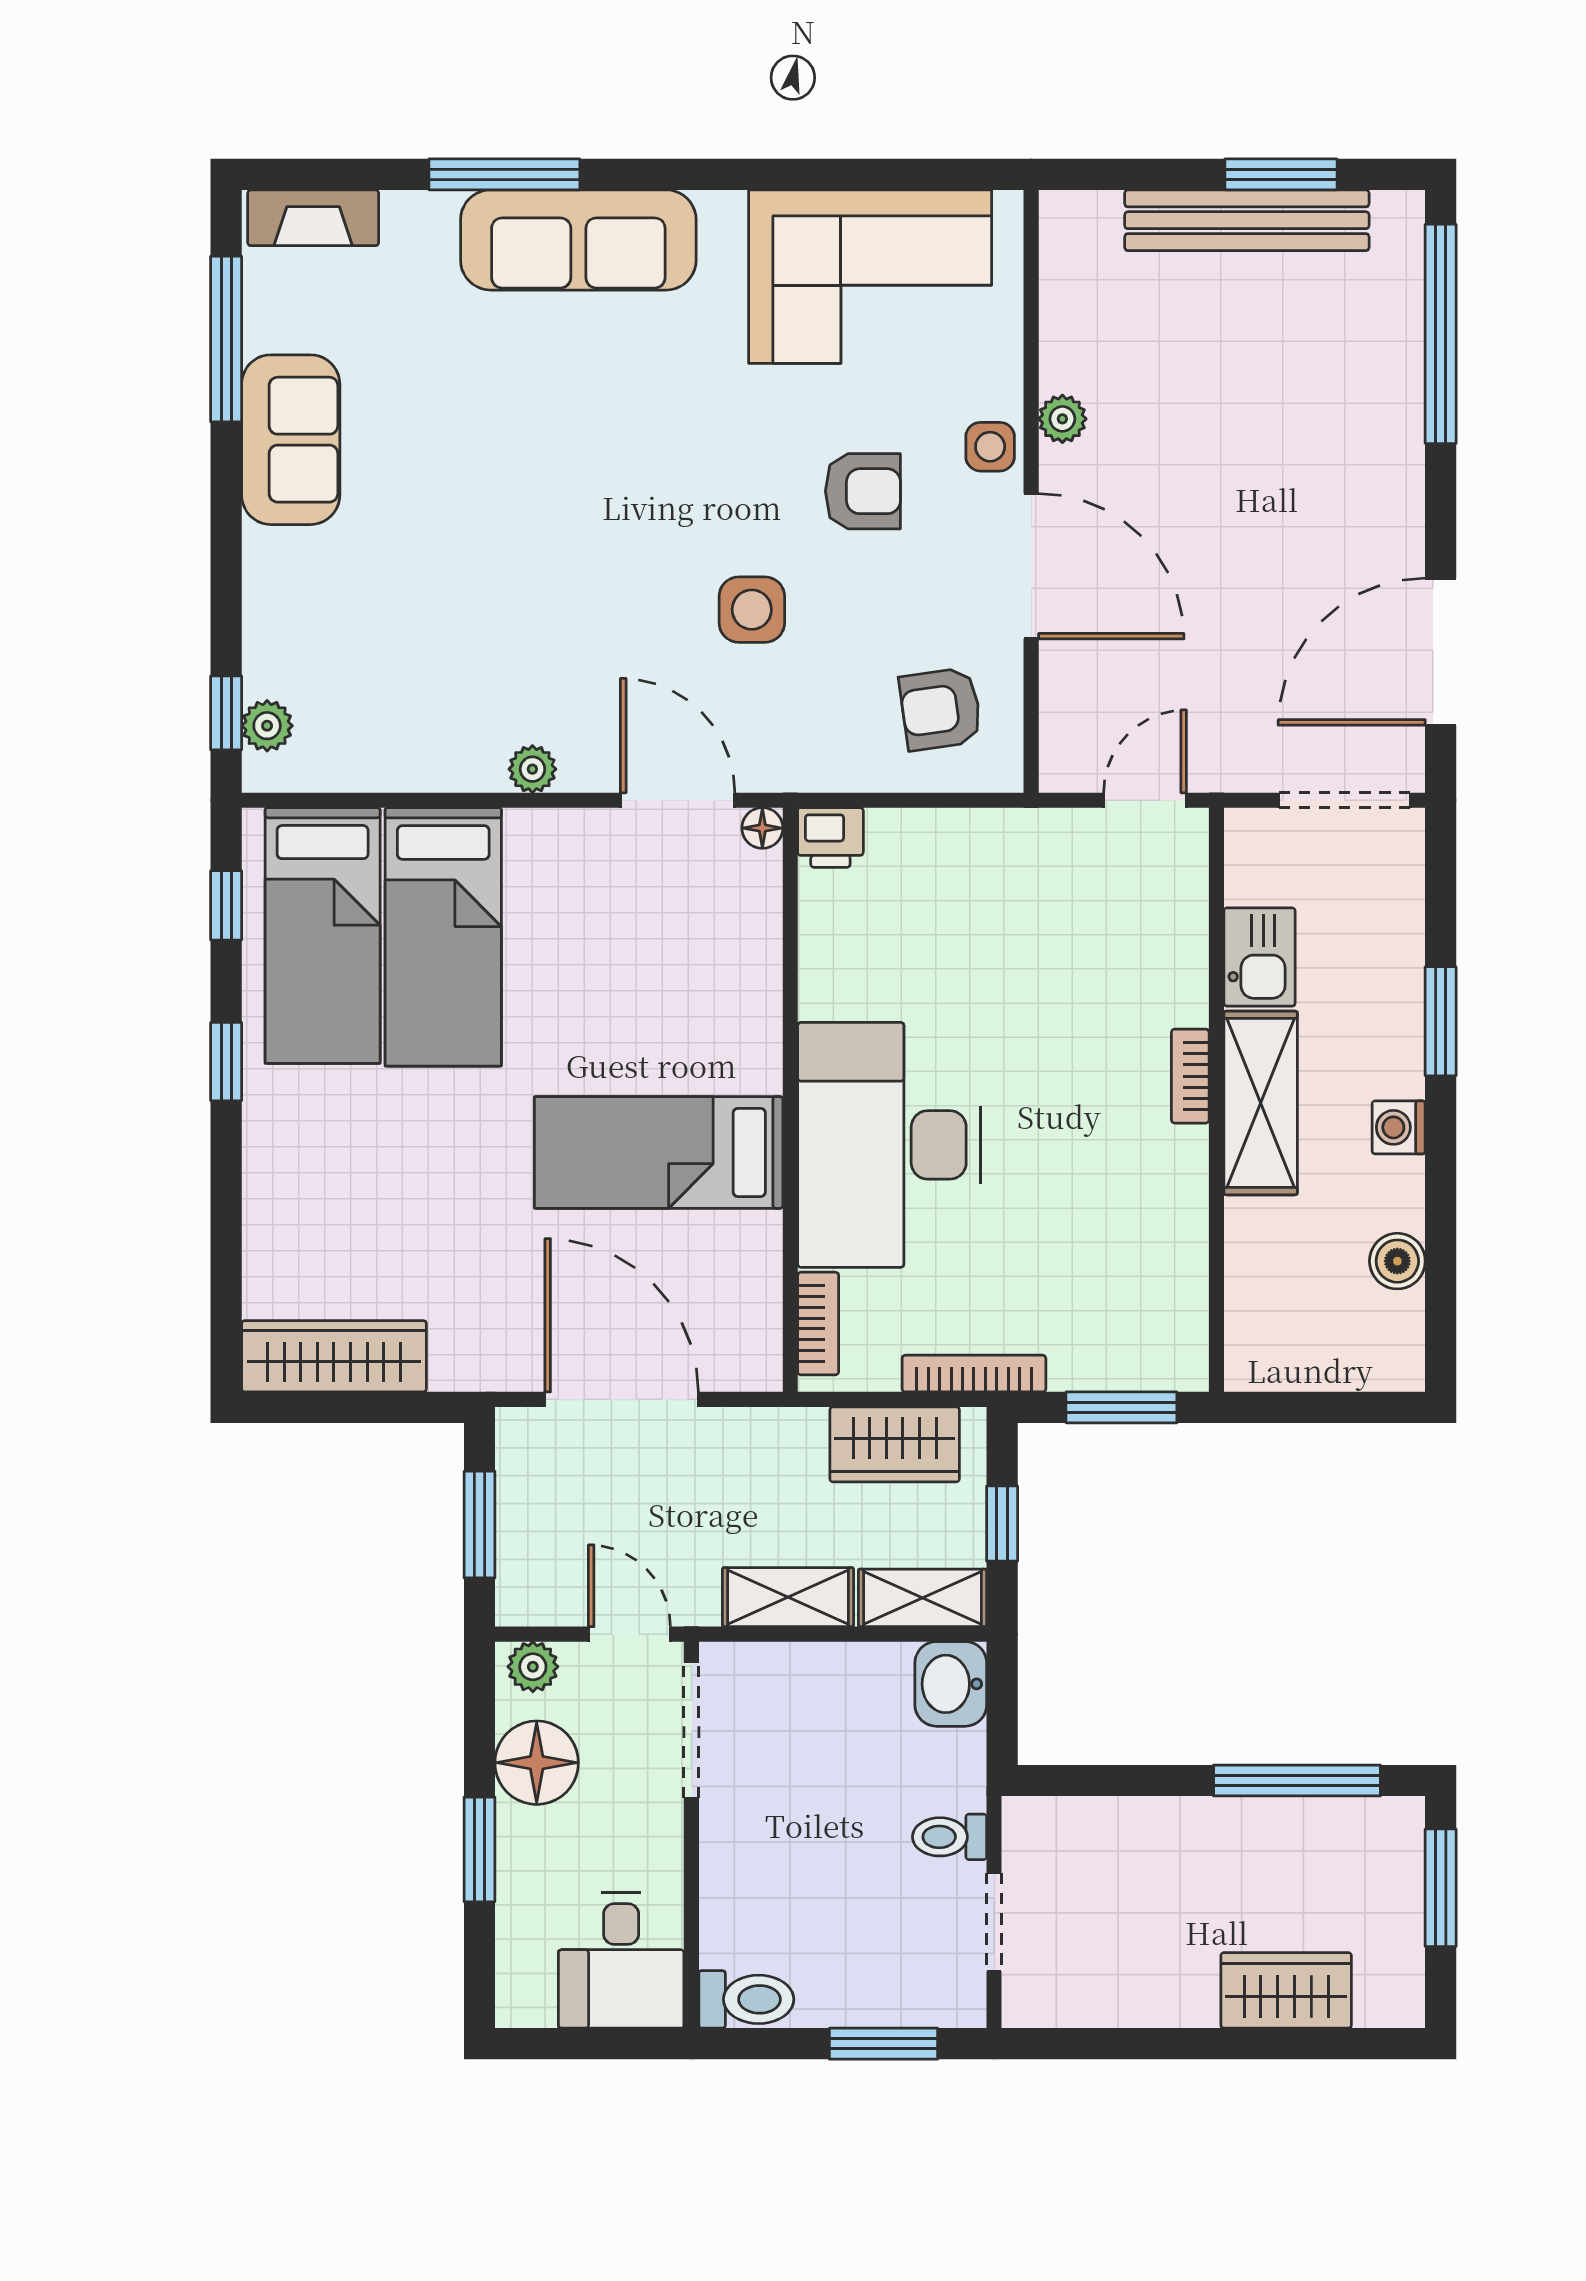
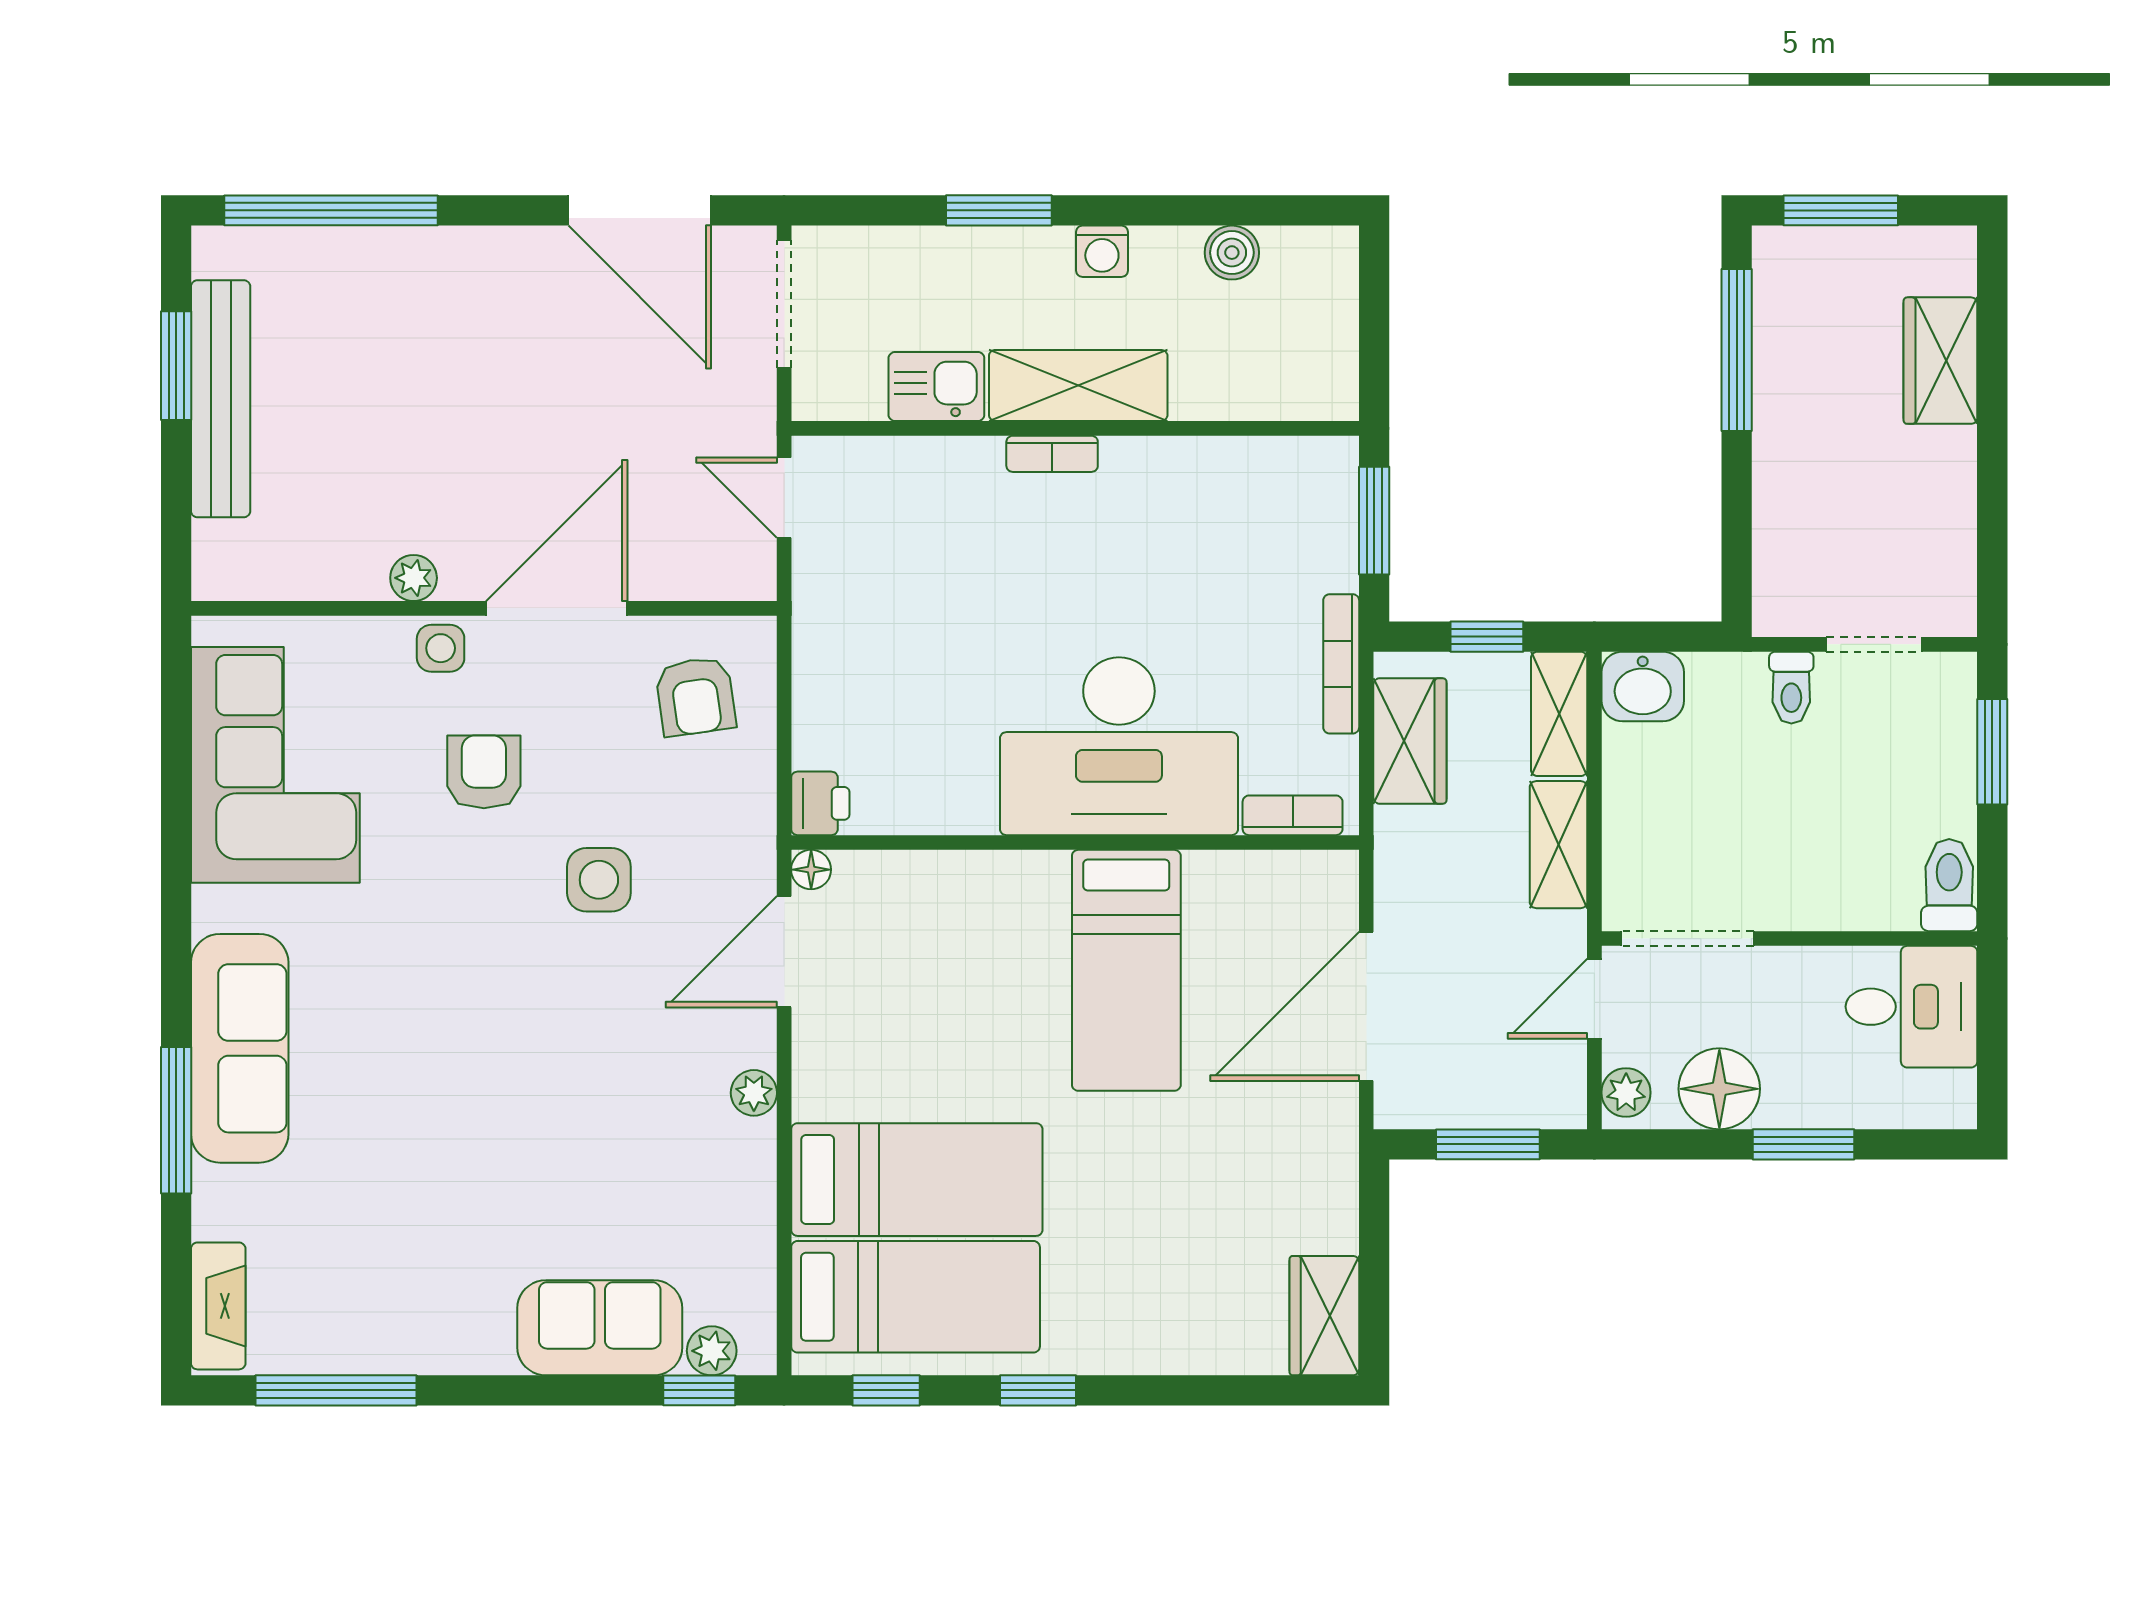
sofa: (291, 440) -> (600, 1328), moved
wardrobe: (334, 1356) -> (1324, 1316), width x0.67

